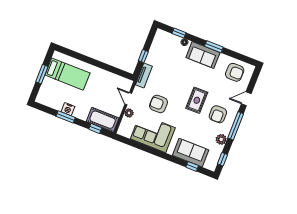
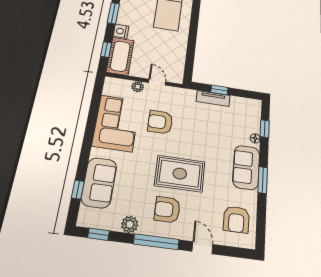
tv unit: (144, 75) -> (213, 98), moved
door: (128, 99) -> (157, 82), hinge flipped
rug: (197, 100) -> (180, 174), width x1.36, depth x1.43
armchair: (158, 104) -> (160, 122), turned -90
nightstand: (68, 109) -> (121, 31), moved

